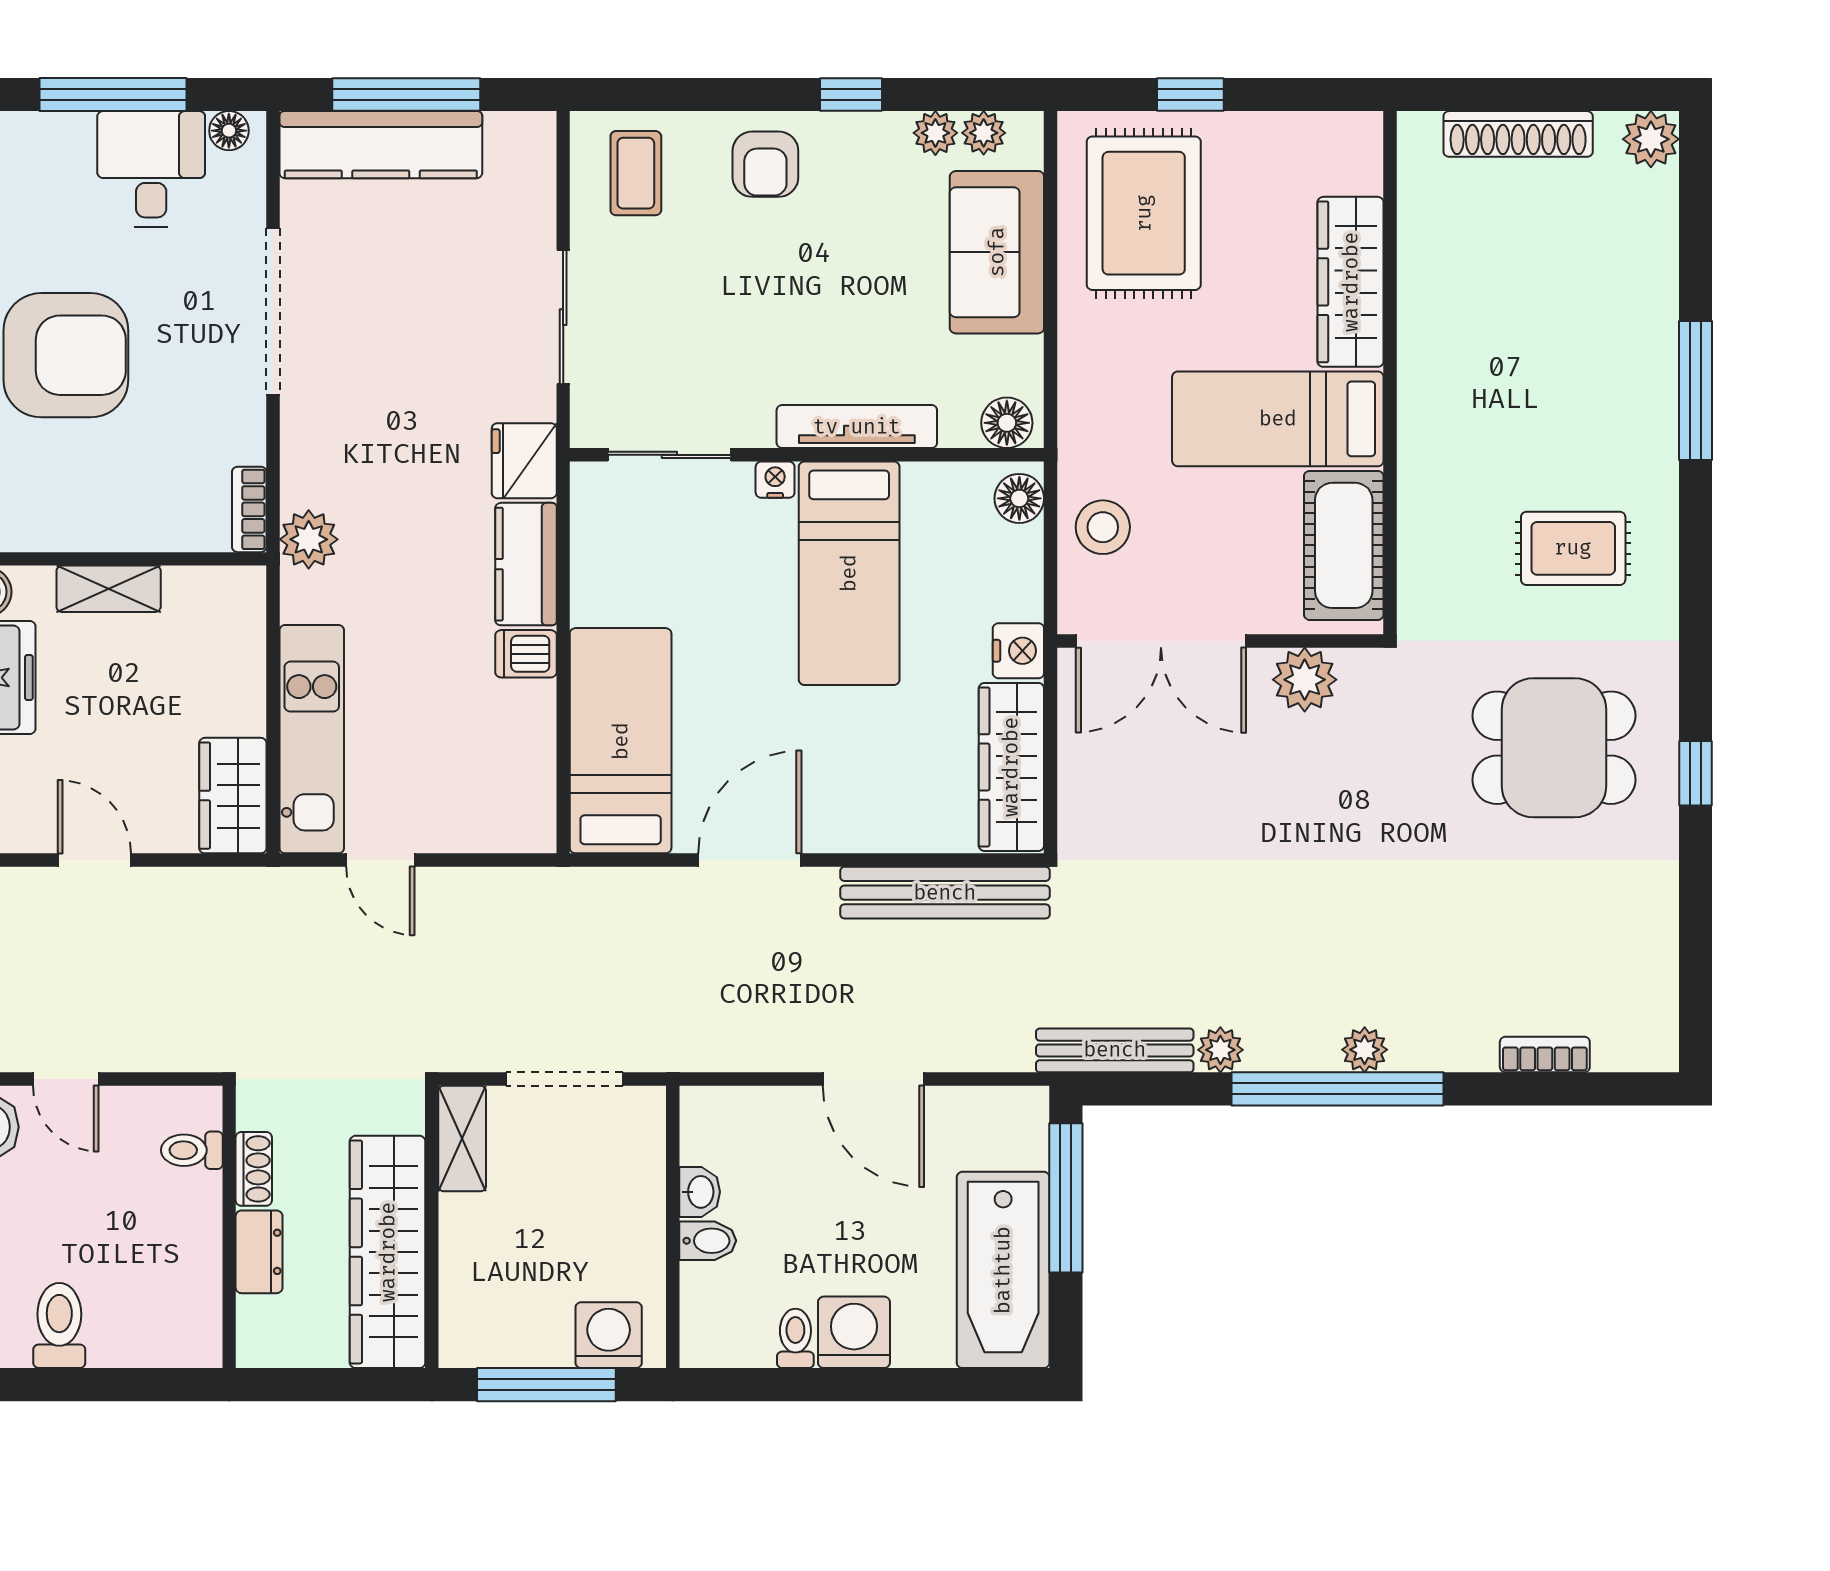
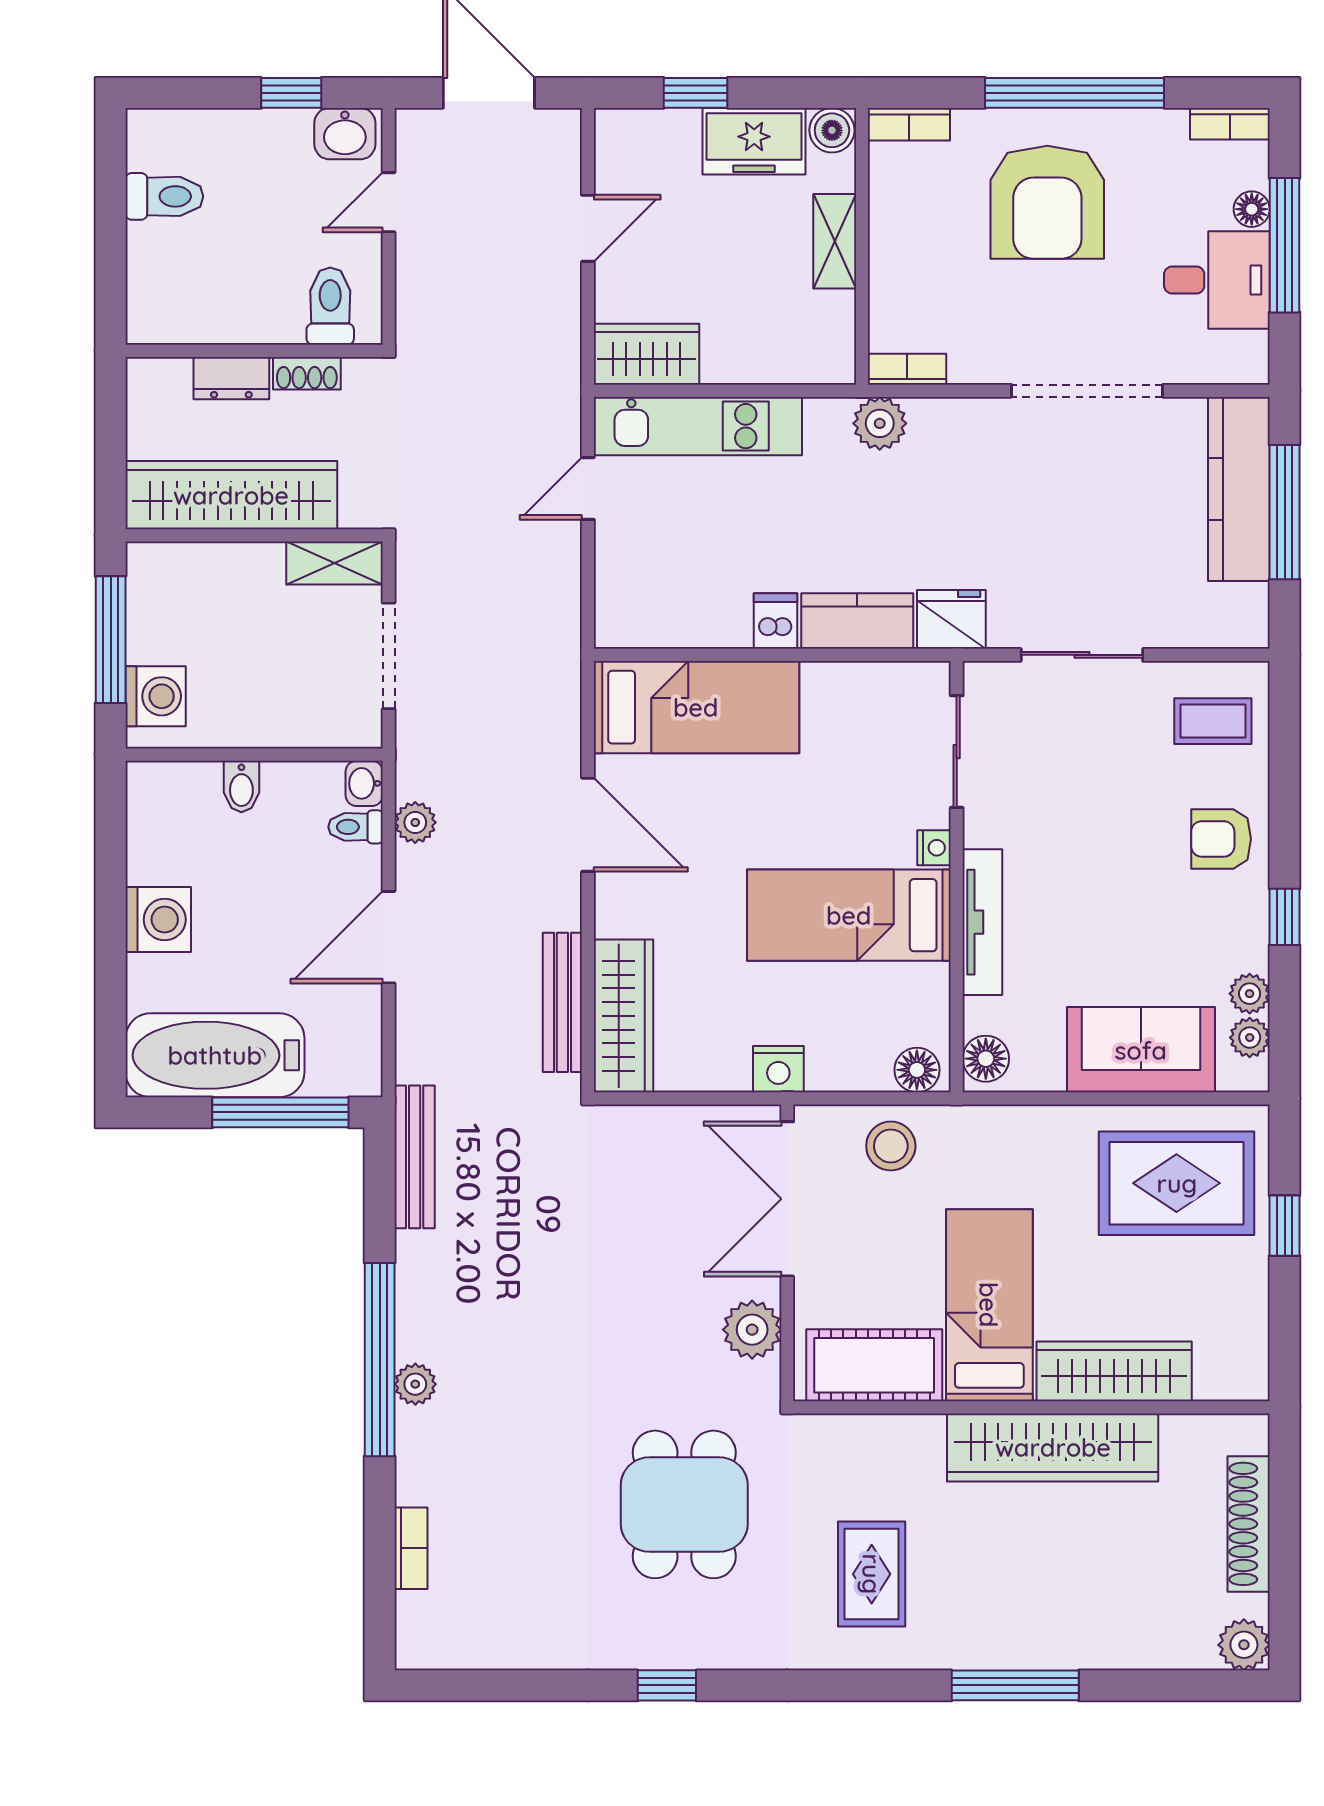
floor lamp: (229, 131) -> (1252, 209), moved
wardrobe: (1434, 349) -> (1053, 1447), added
dining table: (1554, 748) -> (684, 1504), moved
wardrobe: (1011, 767) -> (624, 1016), moved, turned 90
bench: (945, 893) -> (562, 1002), width x0.73, depth x0.82
plant: (1220, 1050) -> (415, 822), moved
toilet: (192, 1150) -> (330, 306), width x1.37, depth x1.39
washbasin: (700, 1192) -> (364, 783), moved, turned 90
toilet: (795, 1338) -> (356, 827), moved, turned 180

